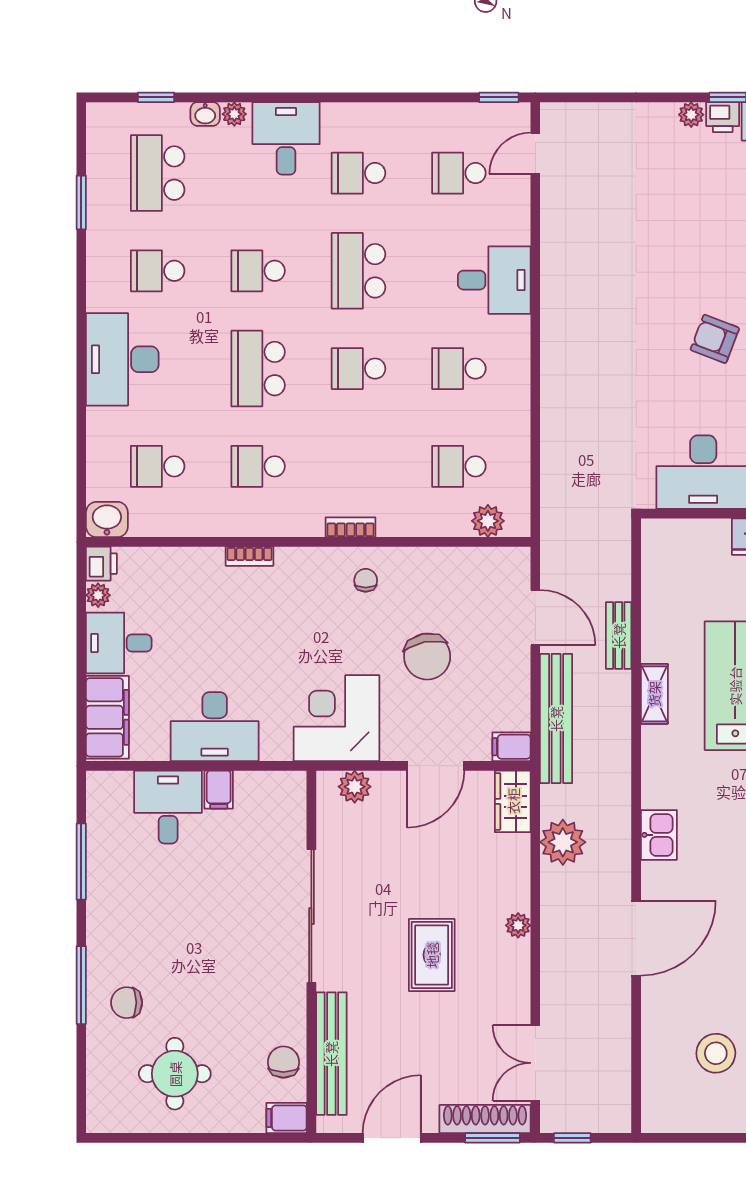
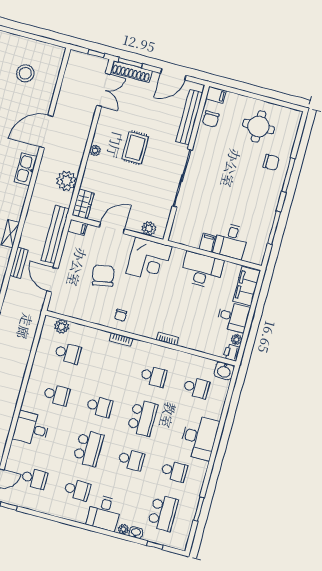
kitchen sink: (659, 835) -> (26, 169), width x1.38

